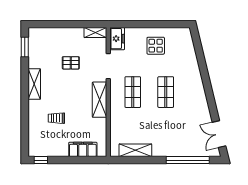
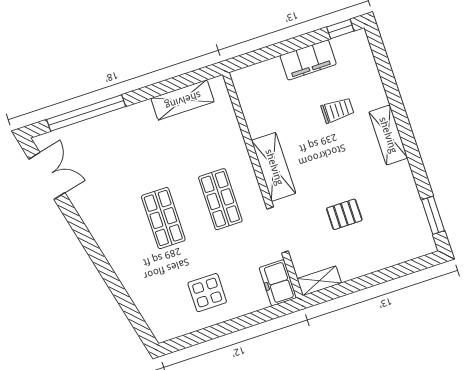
shelving: (34, 84) -> (388, 135), moved
filing cabinet: (83, 149) -> (308, 60), moved

